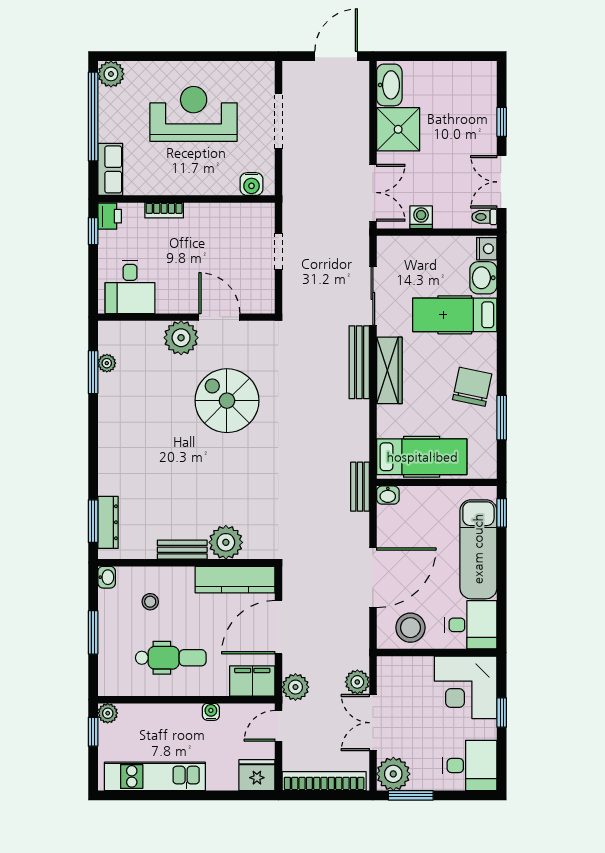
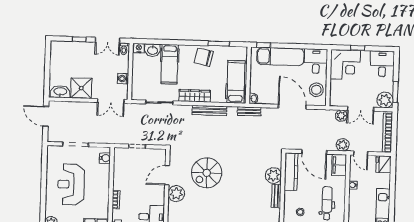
double door: (373, 193) -> (111, 101), swing flipped
bench: (359, 362) -> (209, 111), moved

